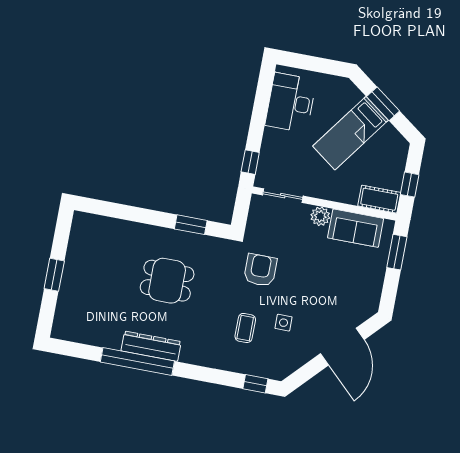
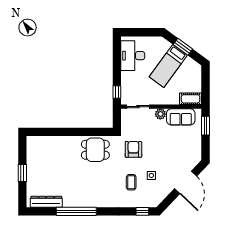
window: (410, 185) -> (205, 88), removed
window: (191, 225) -> (91, 132), removed
dining table: (167, 281) -> (95, 150), moved
dresser: (151, 346) -> (46, 202), moved

